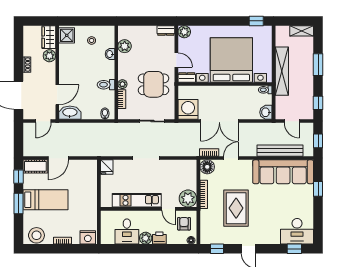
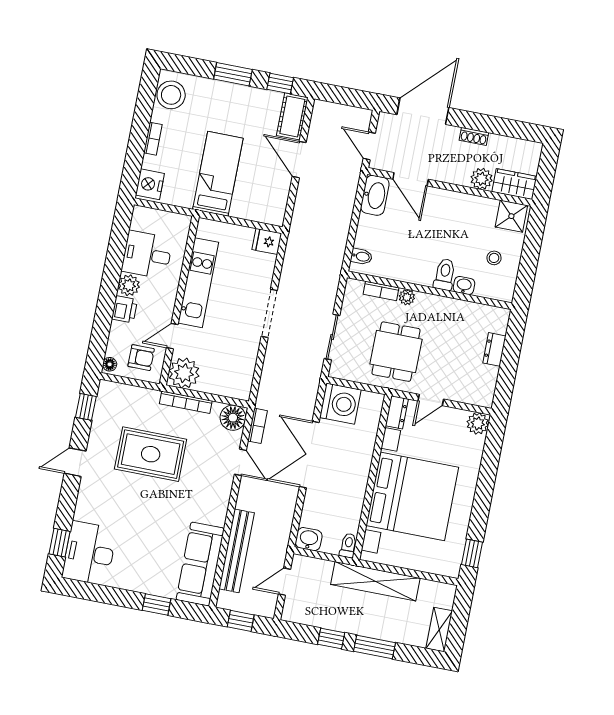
dresser: (166, 31) -> (494, 349), moved
plant: (125, 46) -> (473, 314), removed
toilet: (106, 85) -> (445, 274), moved
window: (318, 103) -> (331, 638), moved
sofa: (283, 172) -> (200, 564), width x0.74, depth x0.79
bed: (45, 200) -> (218, 174), moved, turned 180

